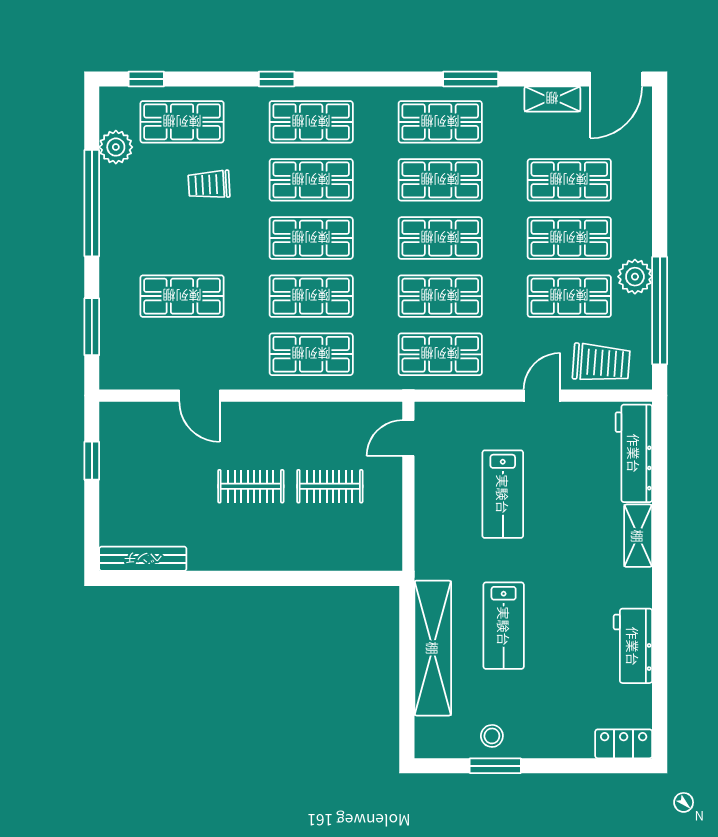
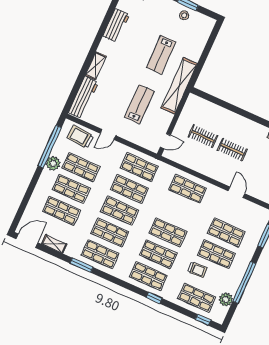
shop shelf: (311, 296) -> (216, 254), moved
lab bench: (504, 626) -> (161, 55), turned 180
shelving: (433, 648) -> (179, 86), moved

